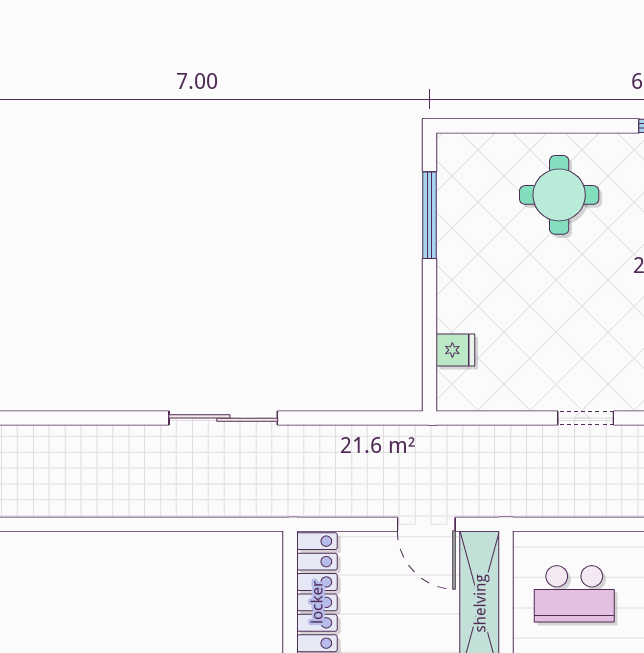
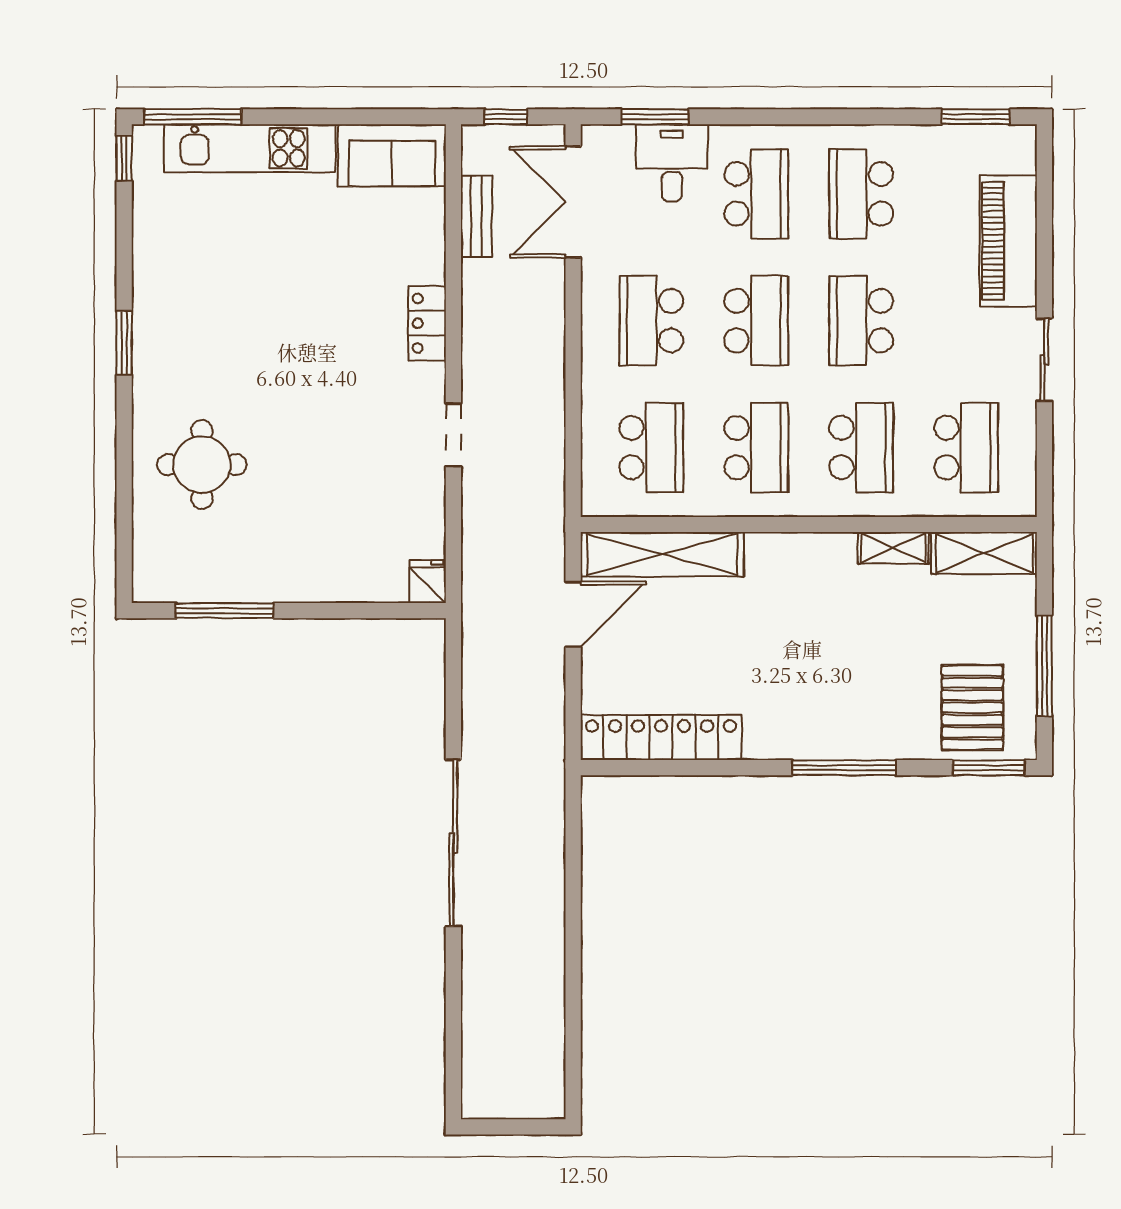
fridge: (455, 350) -> (428, 581), moved
sliding door: (223, 418) -> (453, 843), width x1.36

